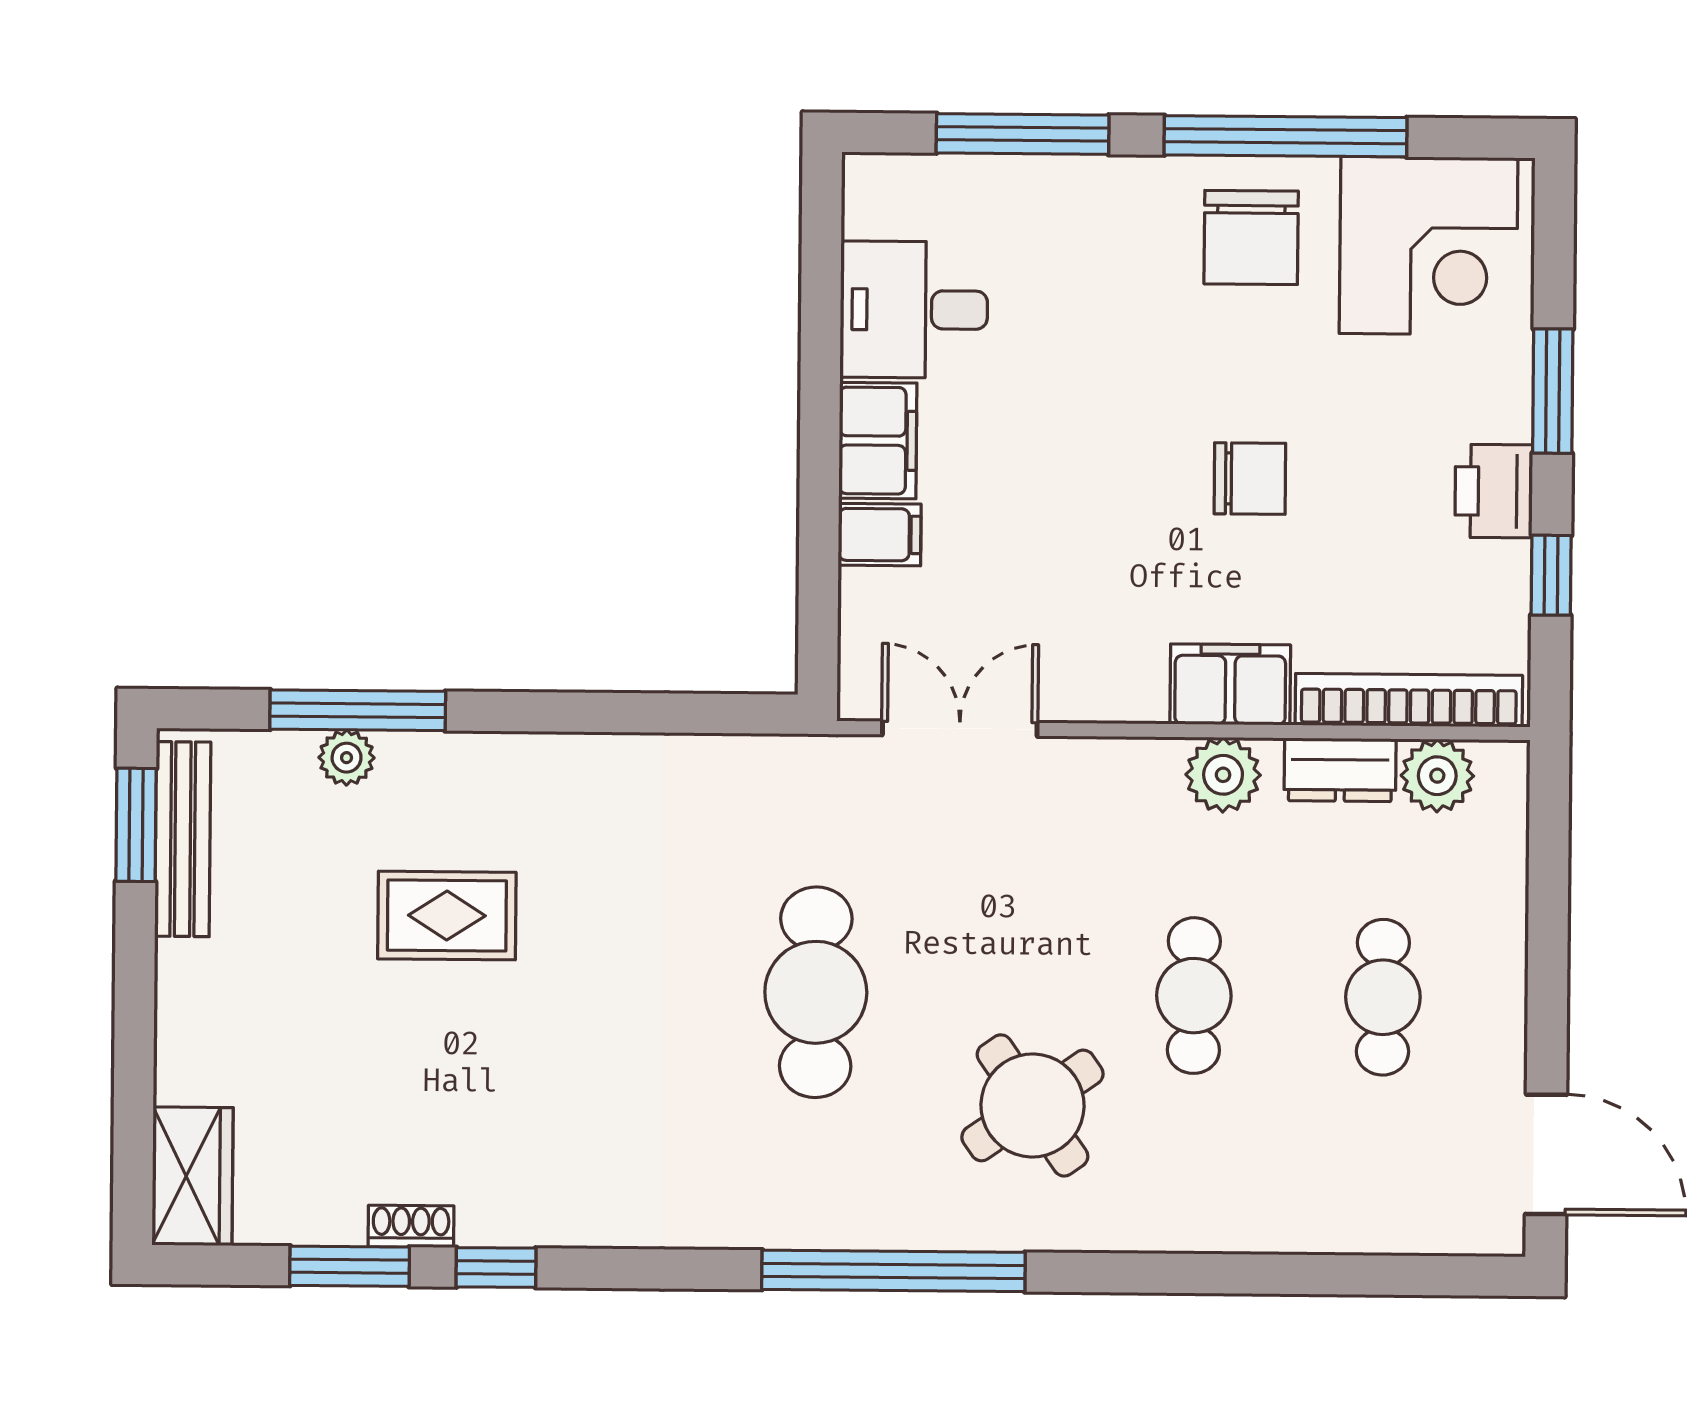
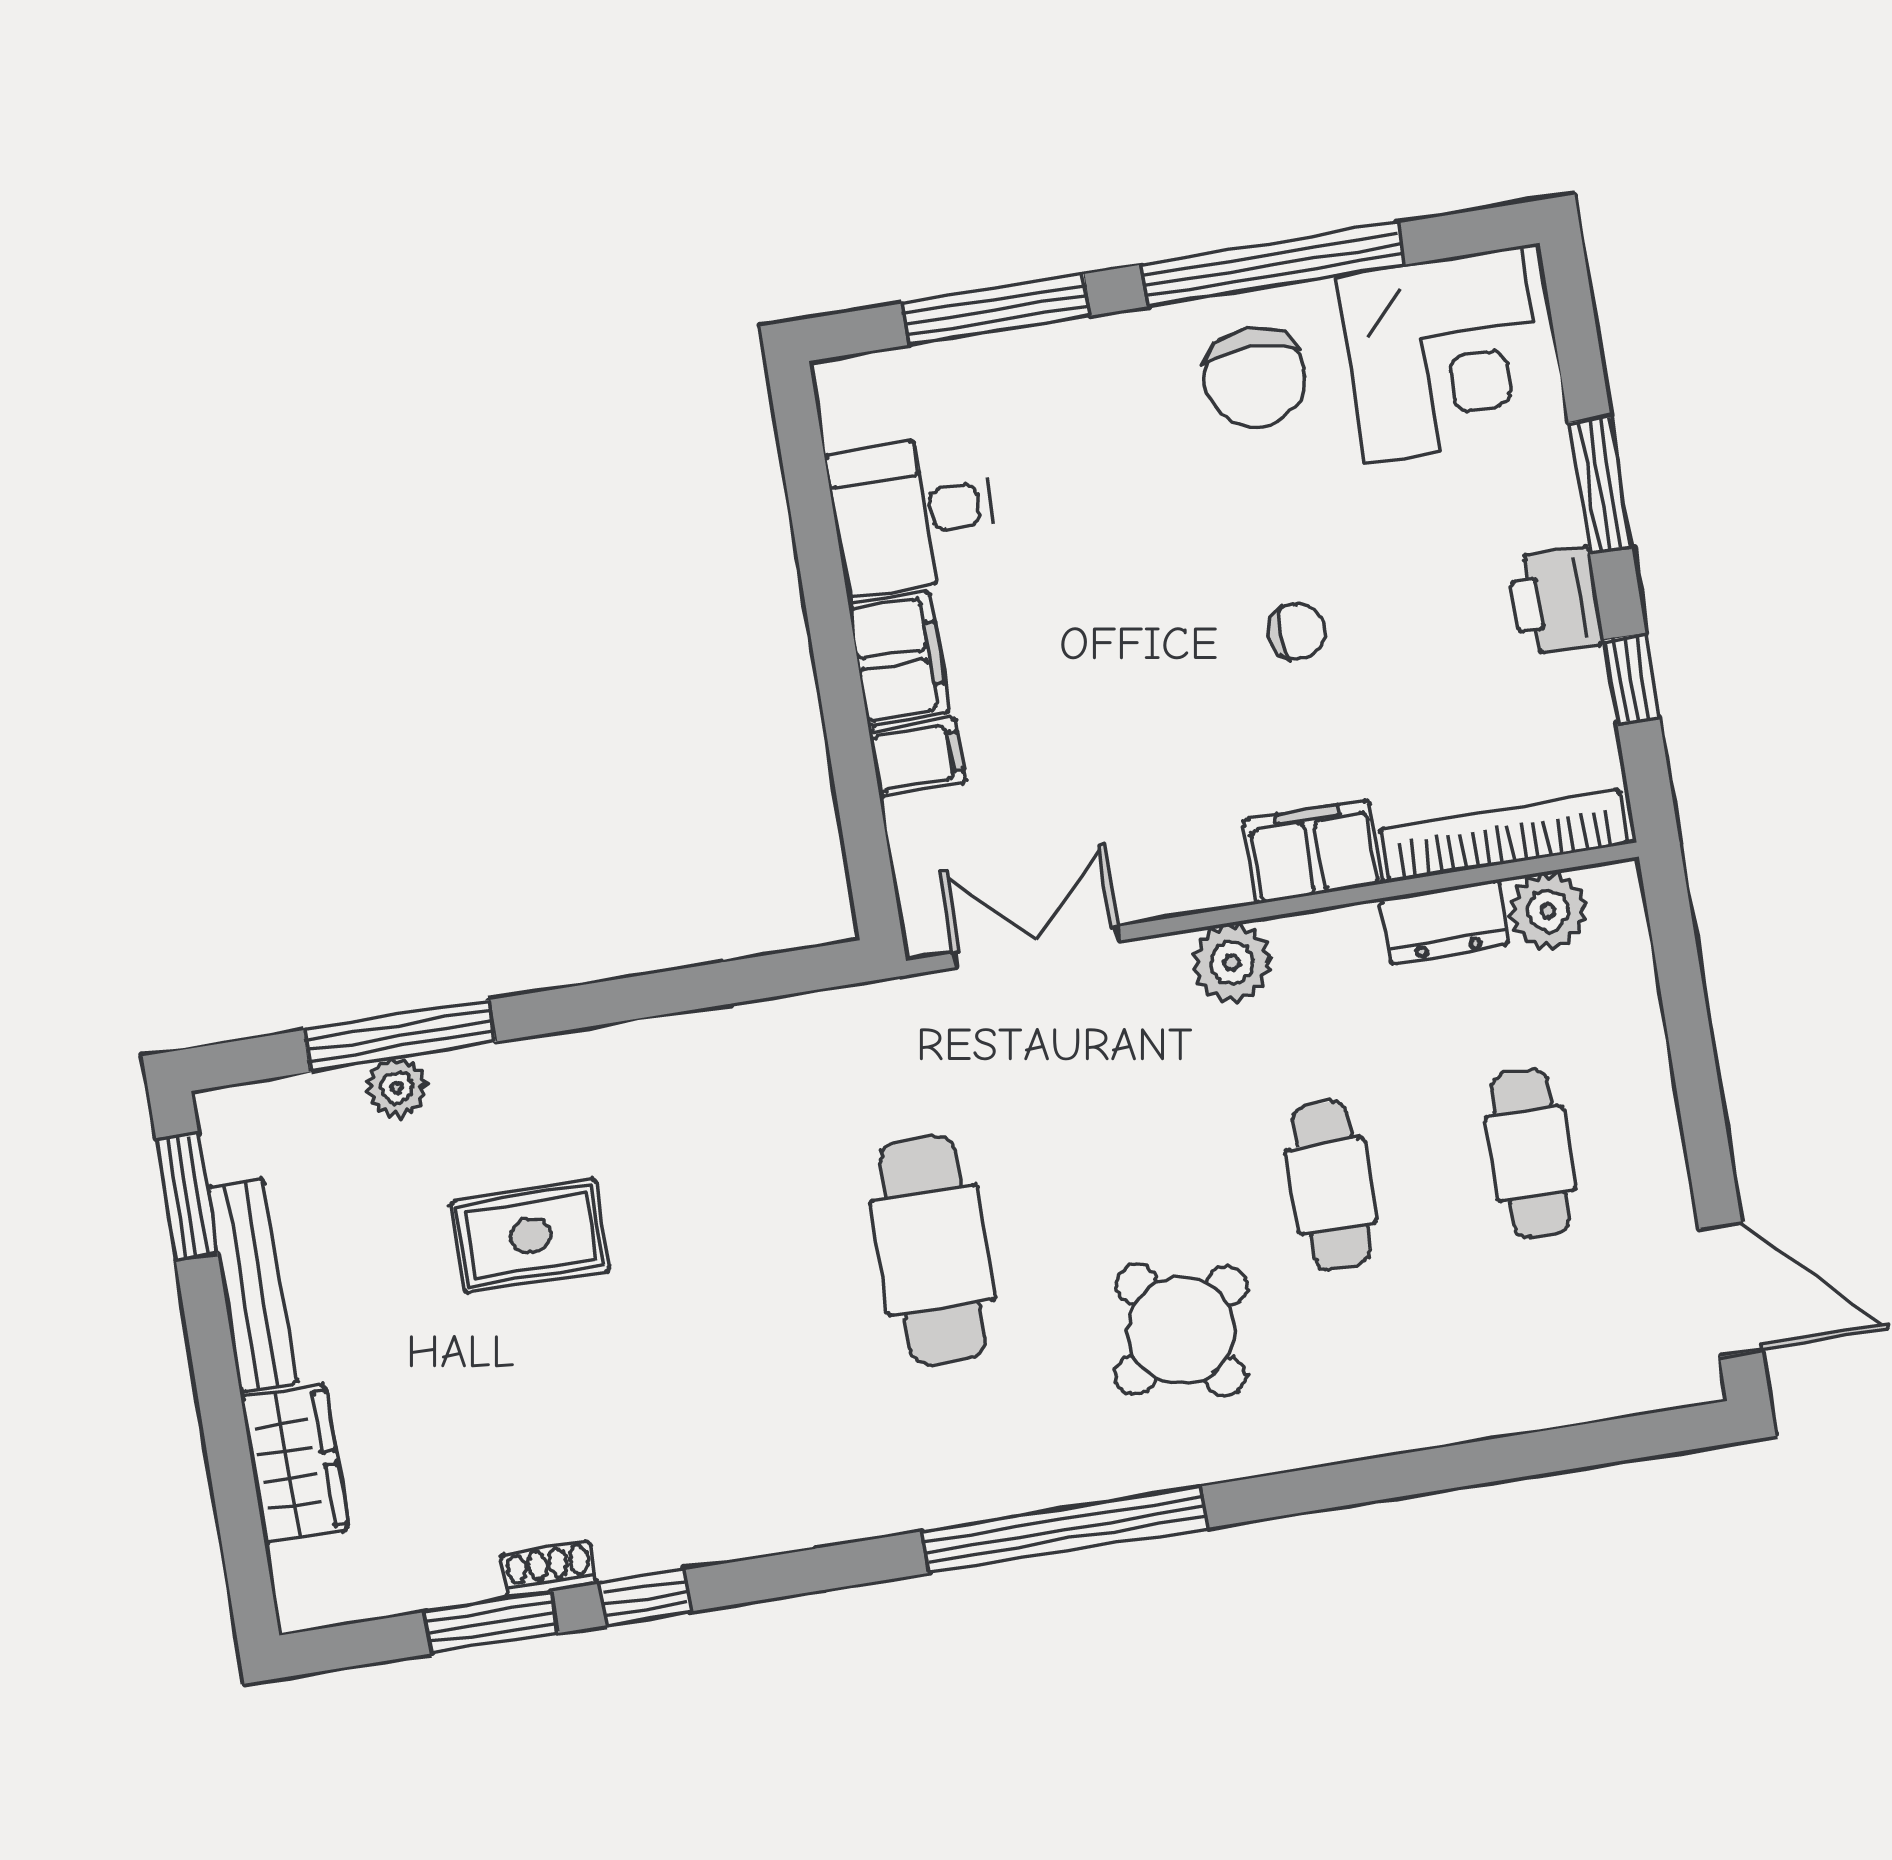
chair: (1250, 479) -> (1297, 631), width x0.73, depth x0.73
plant: (1223, 775) -> (1232, 963), moved
bench: (183, 839) -> (252, 1285), moved
wardrobe: (193, 1176) -> (295, 1464), moved

